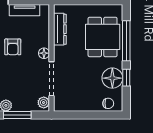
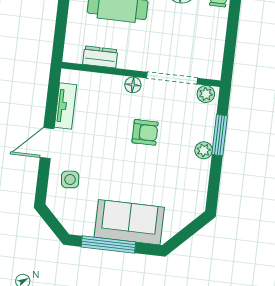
dresser: (60, 29) -> (100, 57), width x0.70
armchair: (13, 47) -> (145, 132), moved

